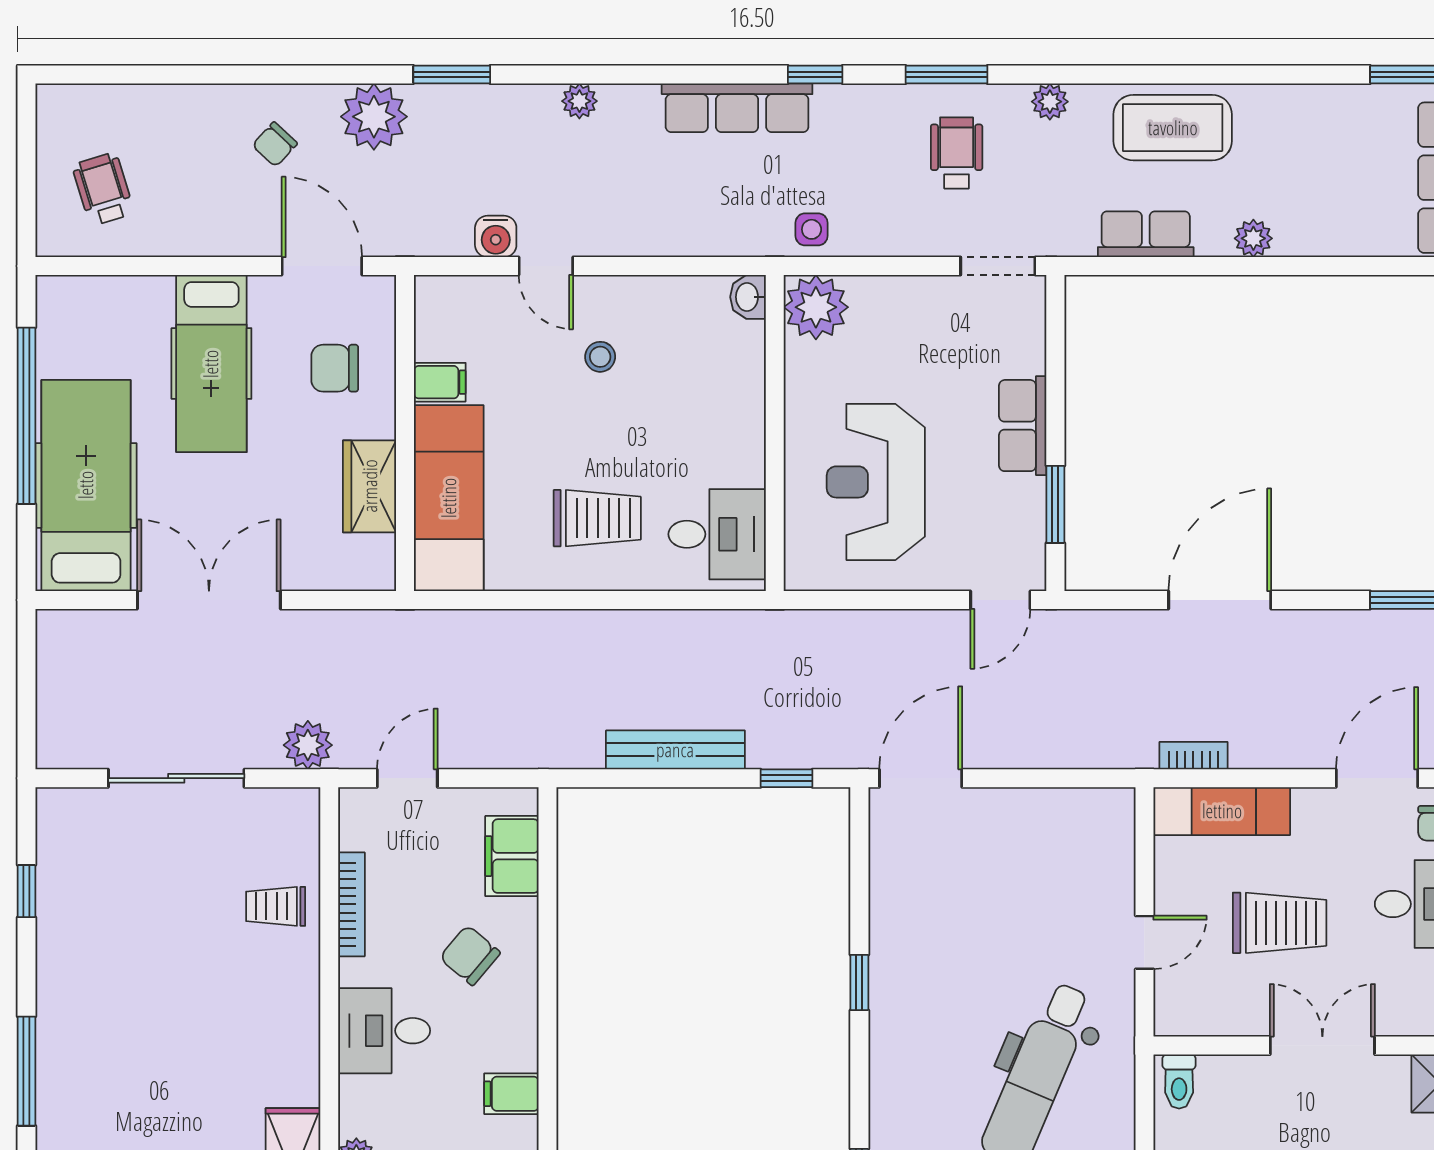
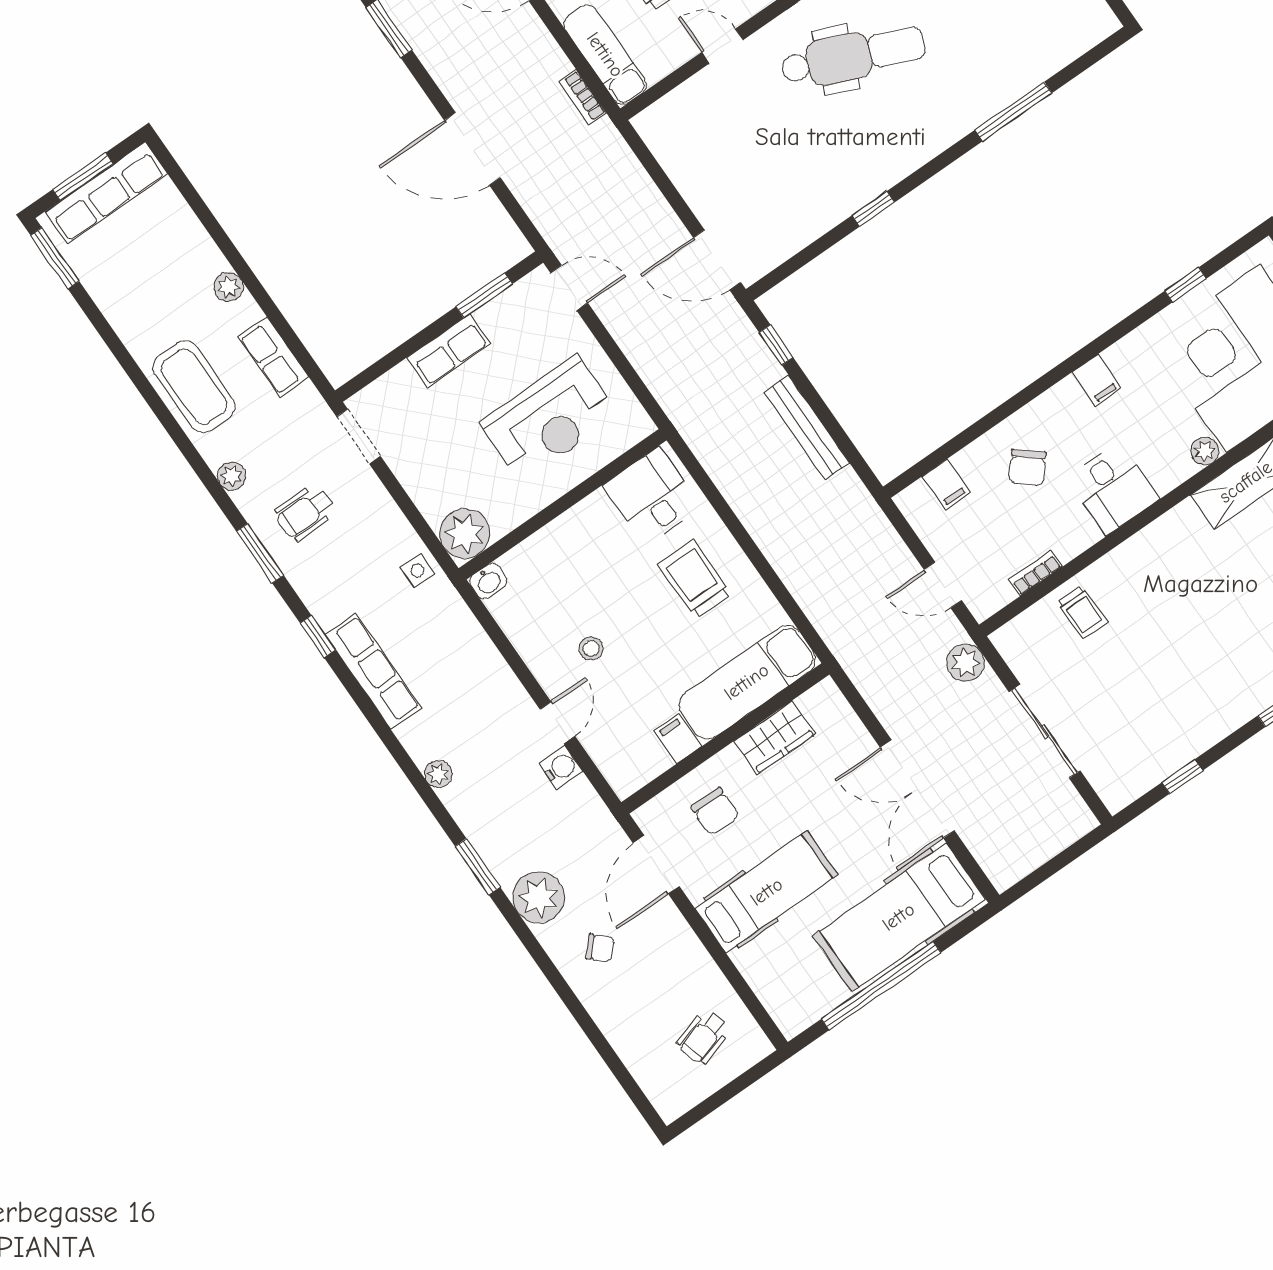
filing cabinet: (512, 856) -> (946, 485), width x0.50
bookcase: (352, 904) -> (1036, 573), width x0.64

